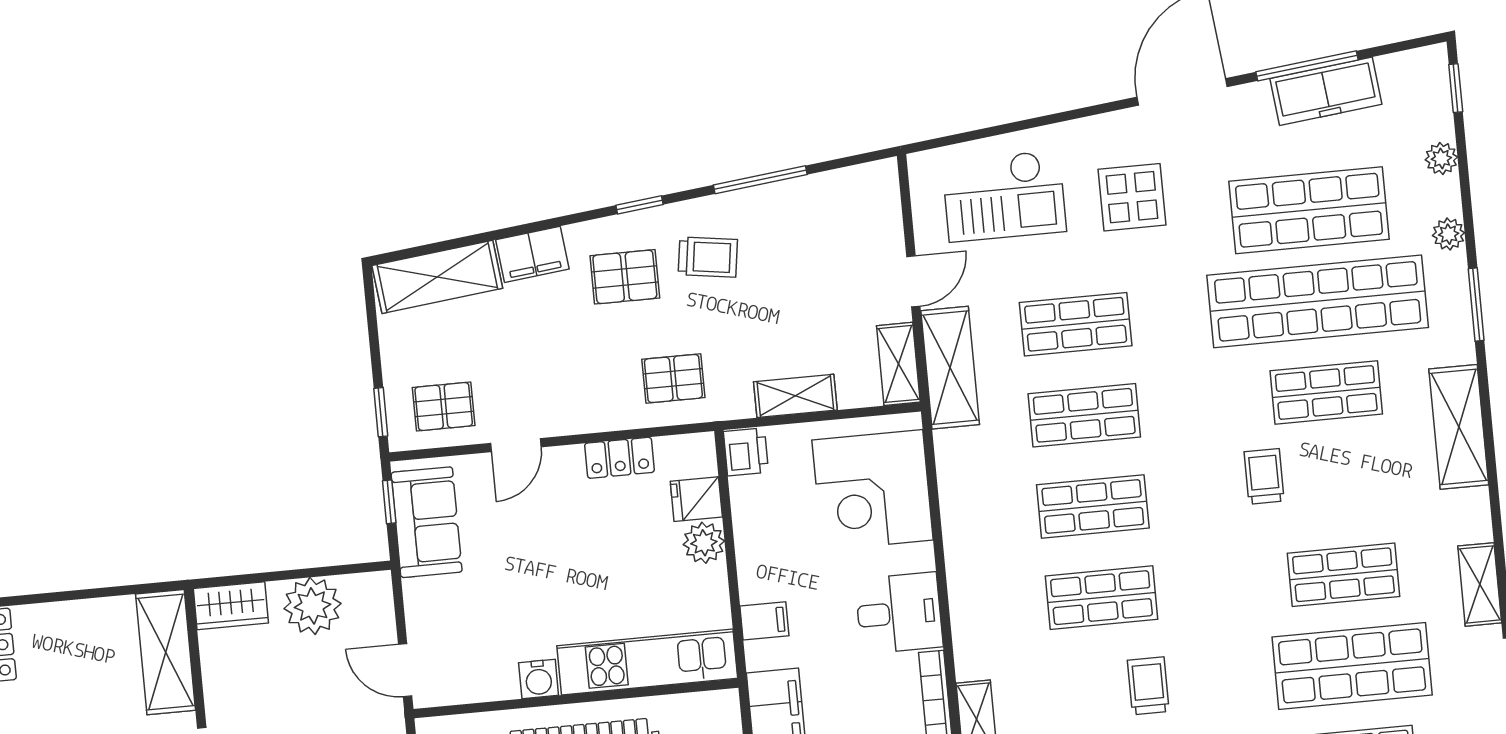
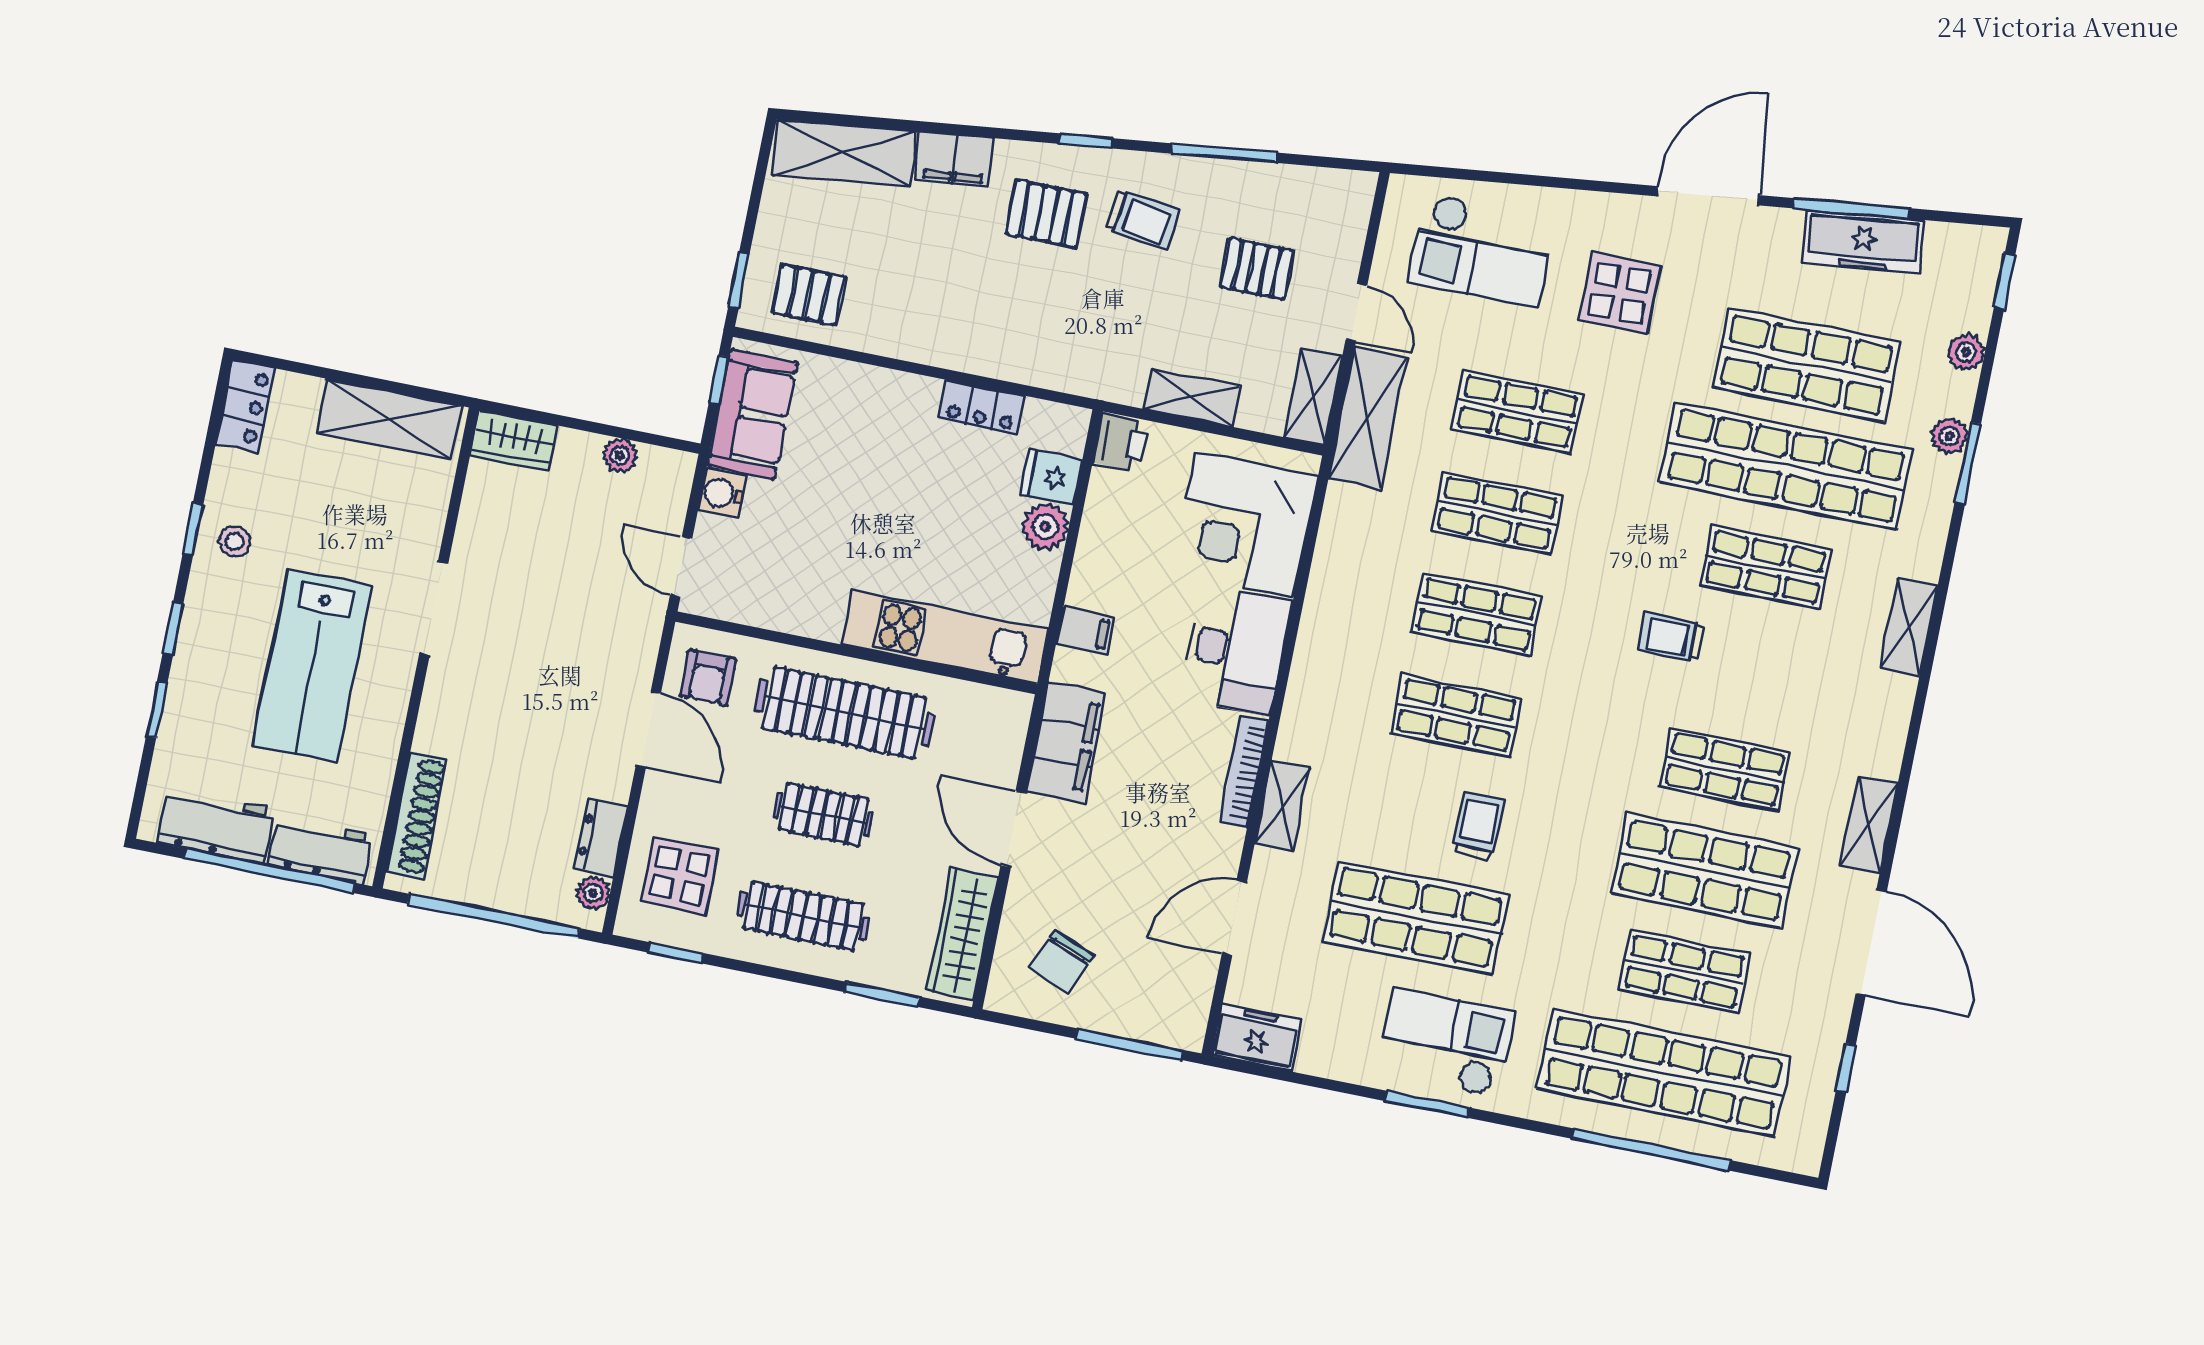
door: (913, 281) -> (1356, 313), hinge flipped
window: (1476, 305) -> (1968, 463), moved
pallet: (673, 378) -> (1257, 269), moved
shelving: (1459, 427) -> (1909, 626), width x0.67, depth x0.75
door: (516, 445) -> (874, 360), removed
trolley: (1264, 476) -> (1671, 637), turned -90
plant: (312, 606) -> (620, 455), width x0.53, depth x0.53
desk: (899, 613) -> (1236, 650), width x1.37
shelving: (166, 652) -> (389, 419), moved, turned 90
water cooler: (539, 679) -> (722, 493), moved, turned 90

